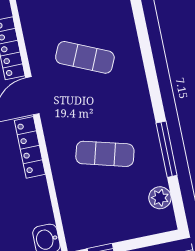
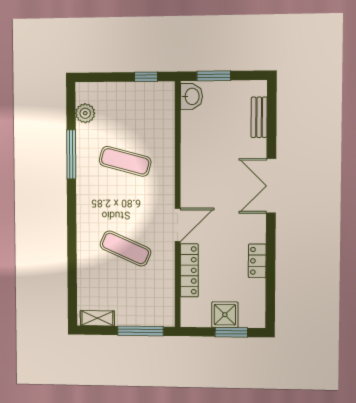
locker: (30, 147) -> (189, 180), removed

